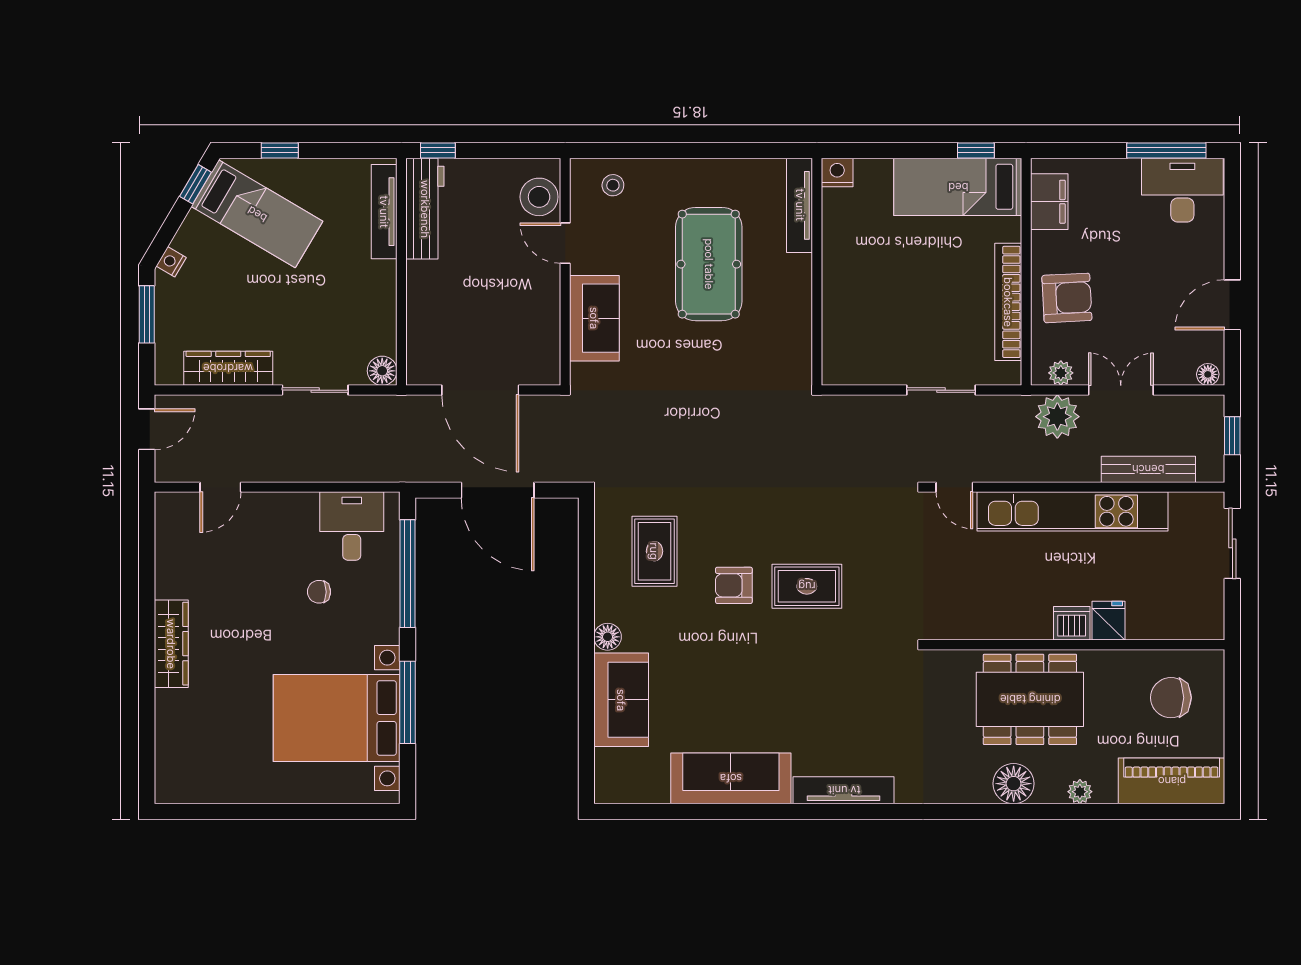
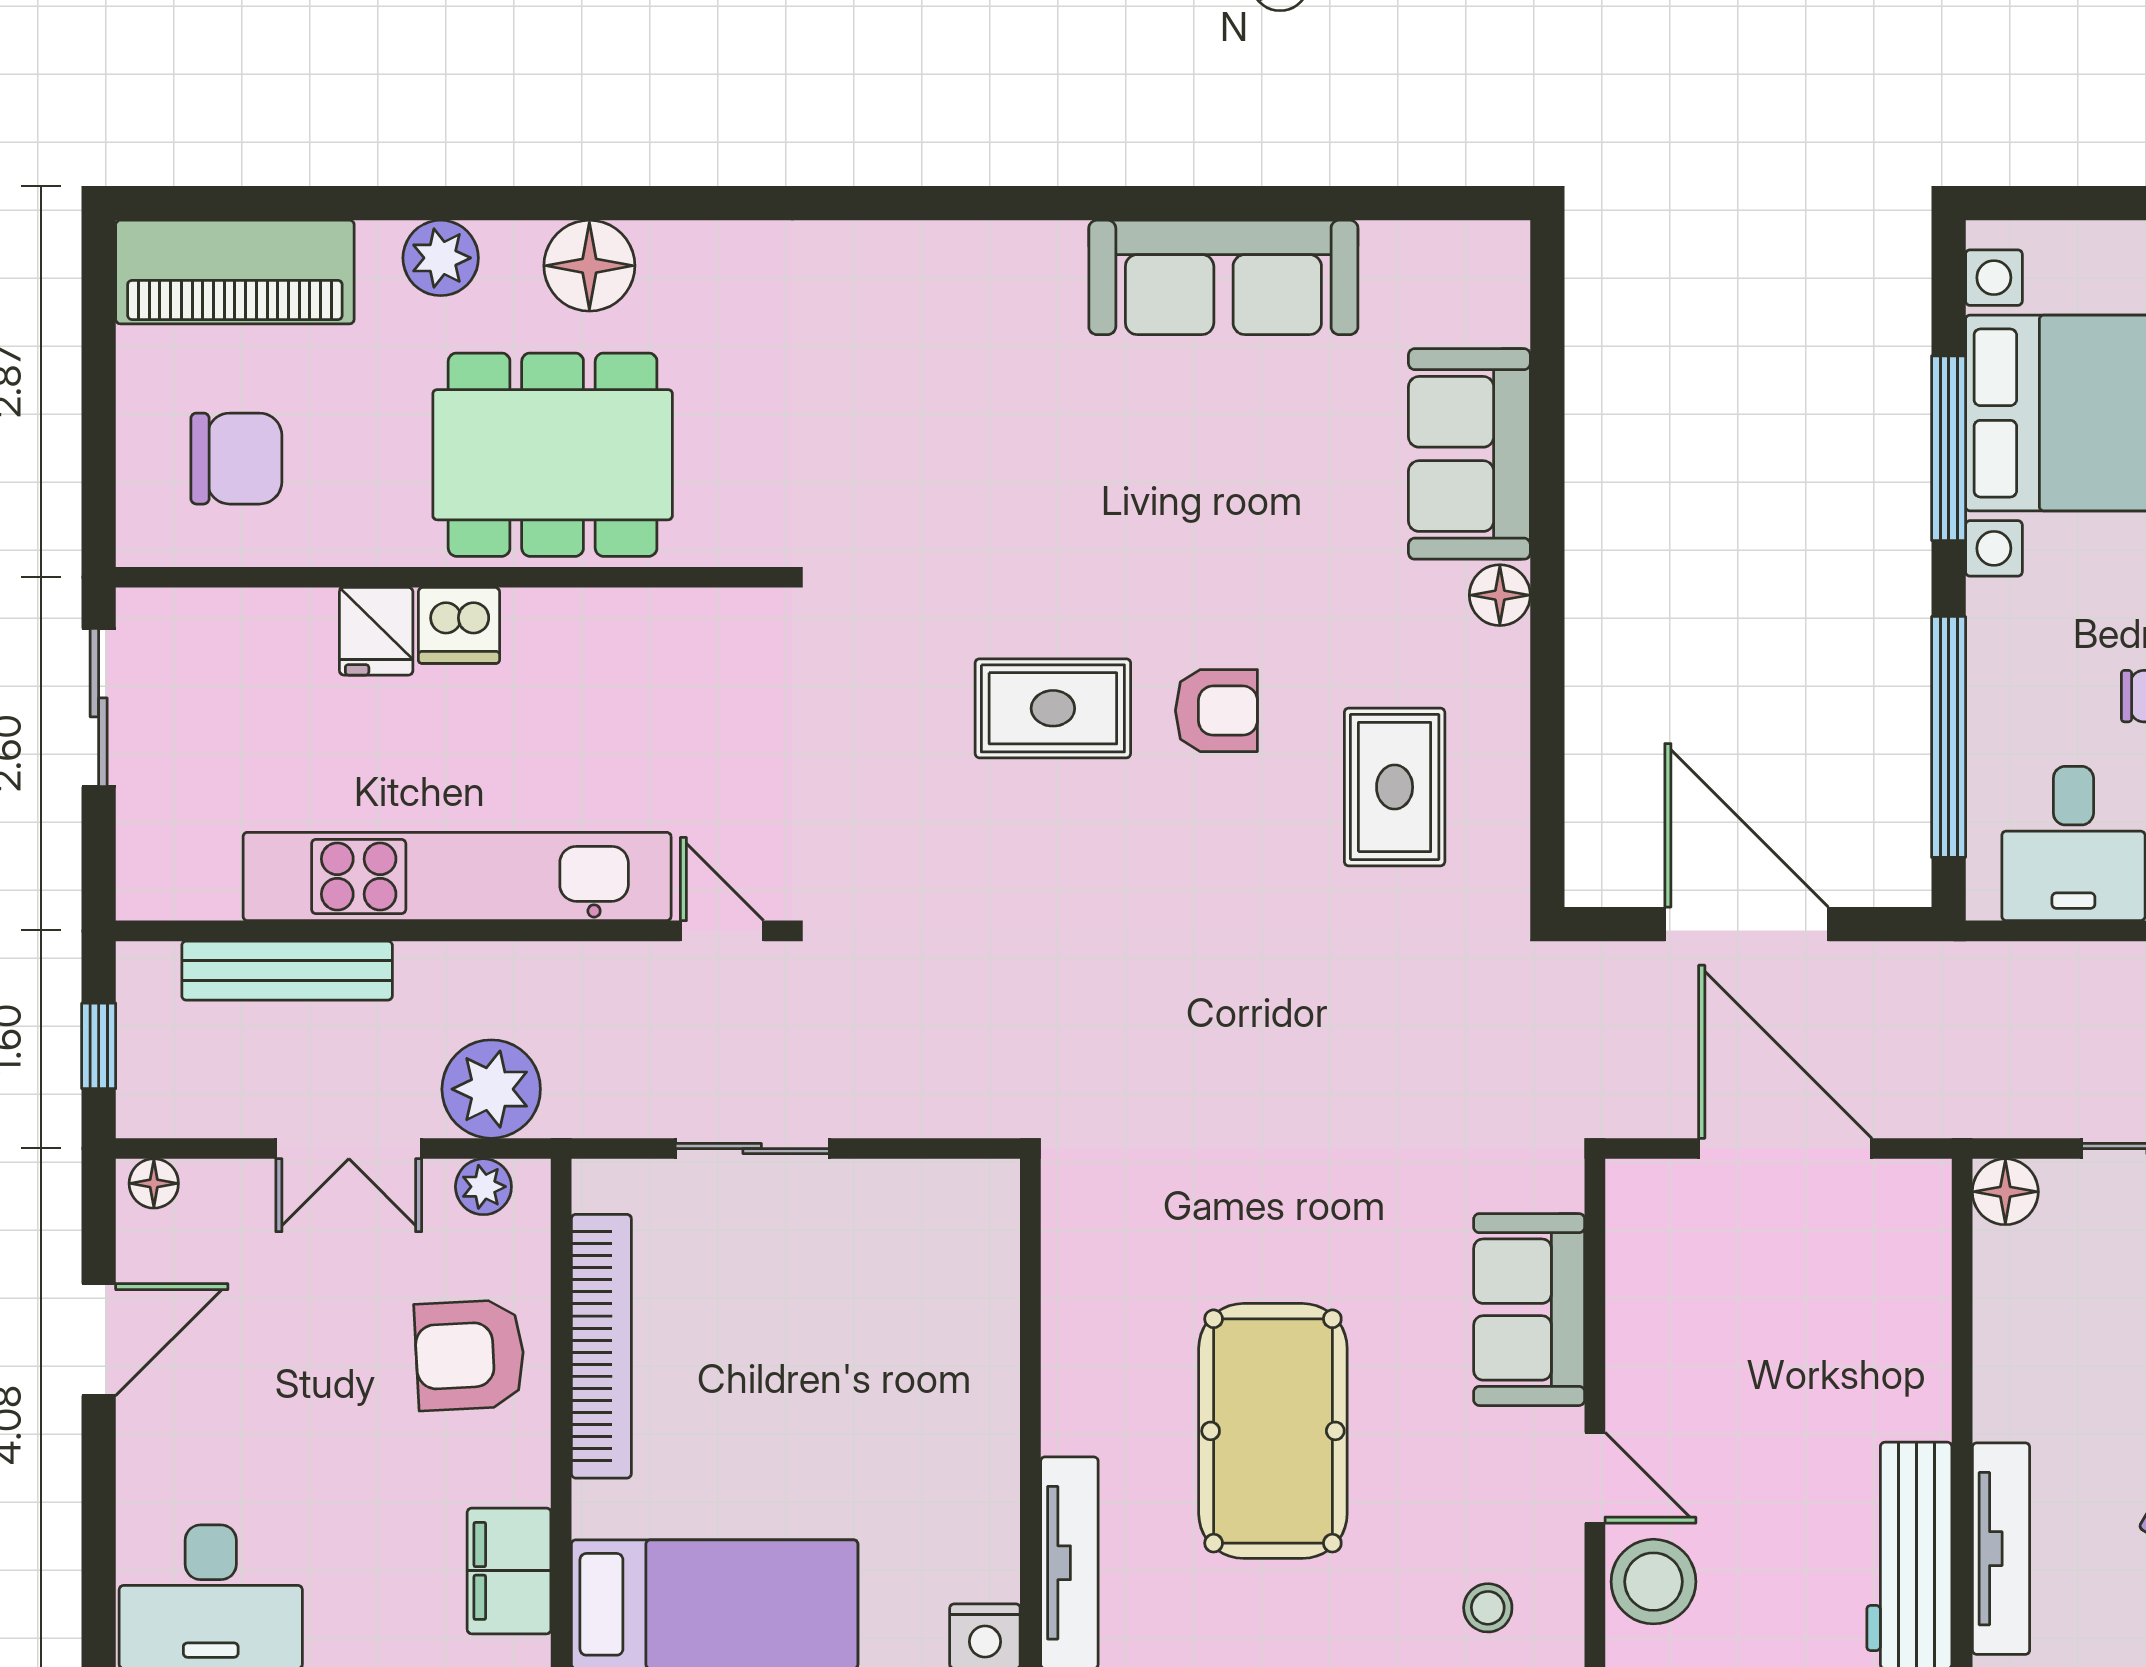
sliding door: (1232, 543) -> (99, 707), moved
tv unit: (844, 790) -> (971, 251), removed
plant: (1080, 792) -> (441, 258), width x1.38, depth x1.38

